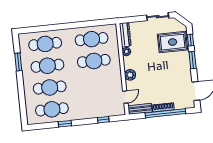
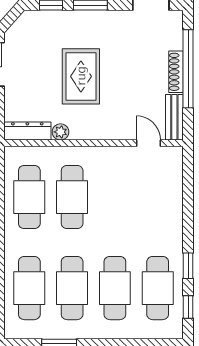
rug: (173, 42) -> (81, 76), moved
plant: (130, 75) -> (106, 129), removed
window: (103, 120) -> (188, 307), moved

